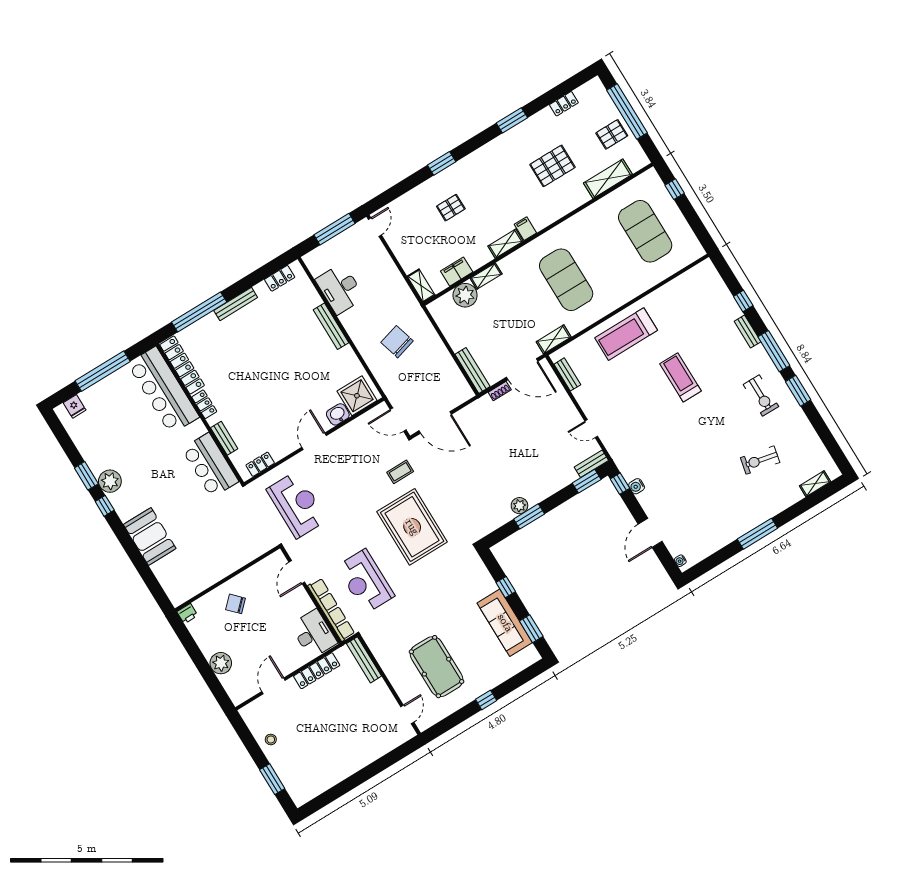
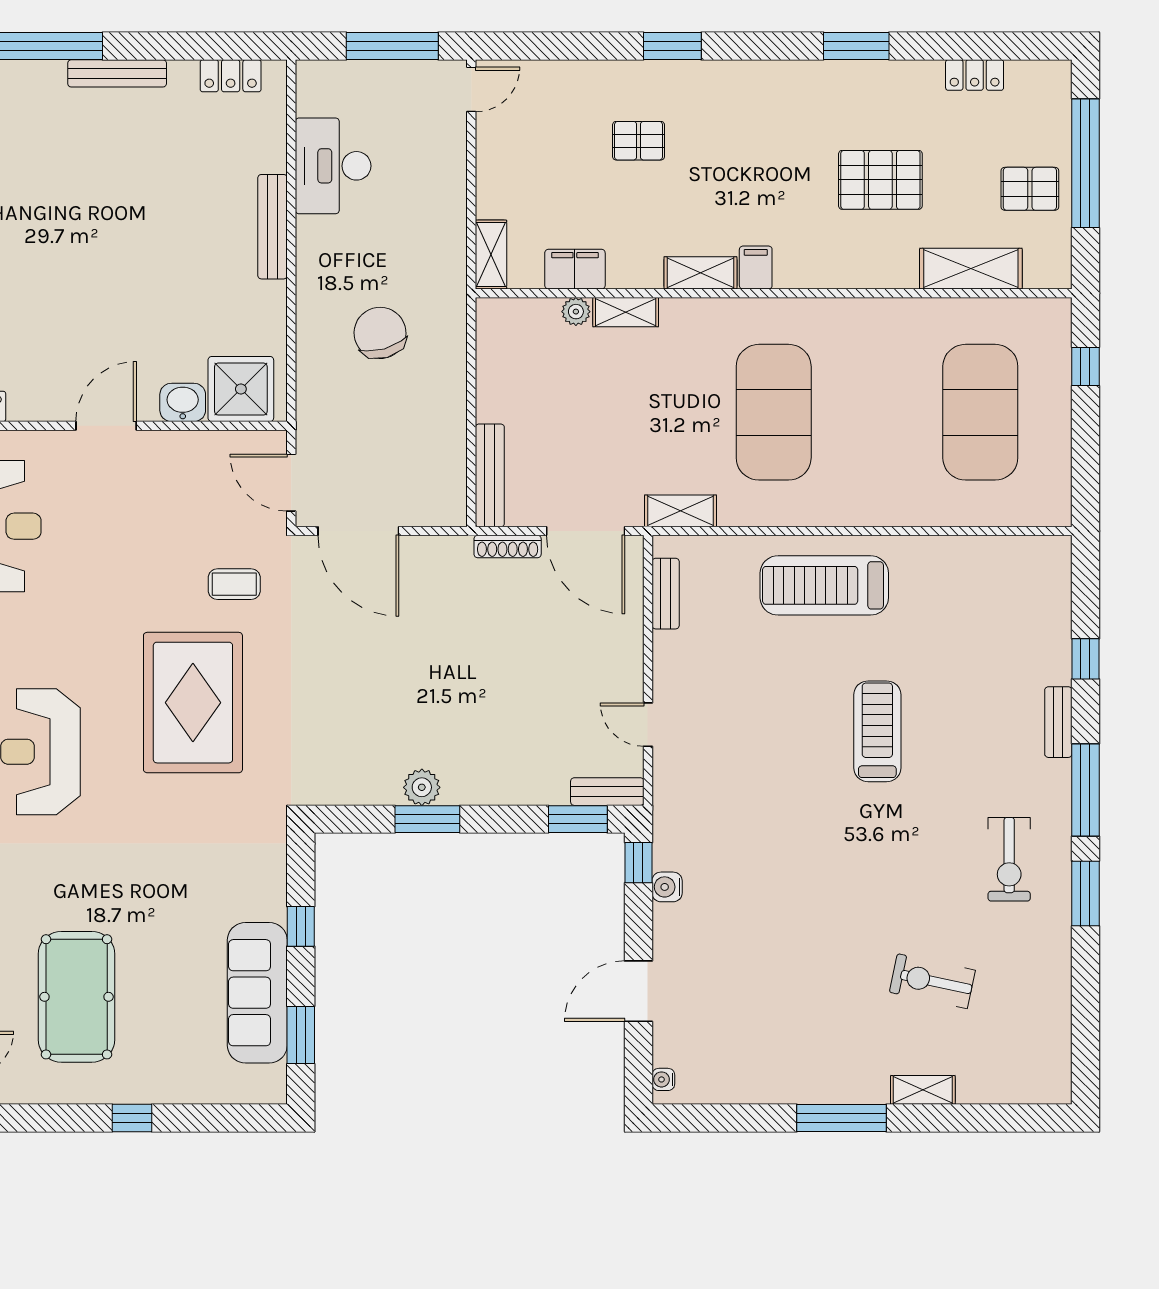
plant: (465, 295) -> (576, 312), width x0.53, depth x0.53
shoe rack: (500, 391) -> (508, 547), width x1.43
shelving: (815, 484) -> (923, 1090), moved

